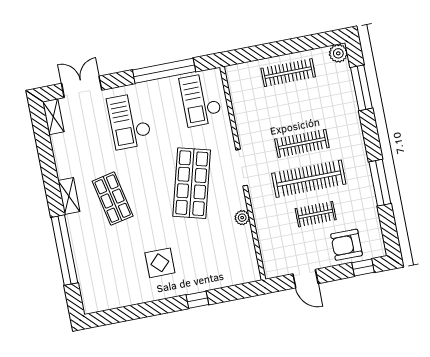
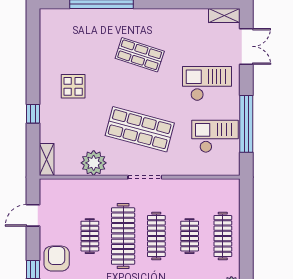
checkout: (201, 100) -> (215, 136), moved
clothes rail: (295, 108) -> (190, 236), added
shelving: (69, 196) -> (47, 159), moved, turned 90
shop shelf: (113, 199) -> (140, 55), turned 30
plant: (242, 218) -> (94, 163), width x1.87, depth x1.87

